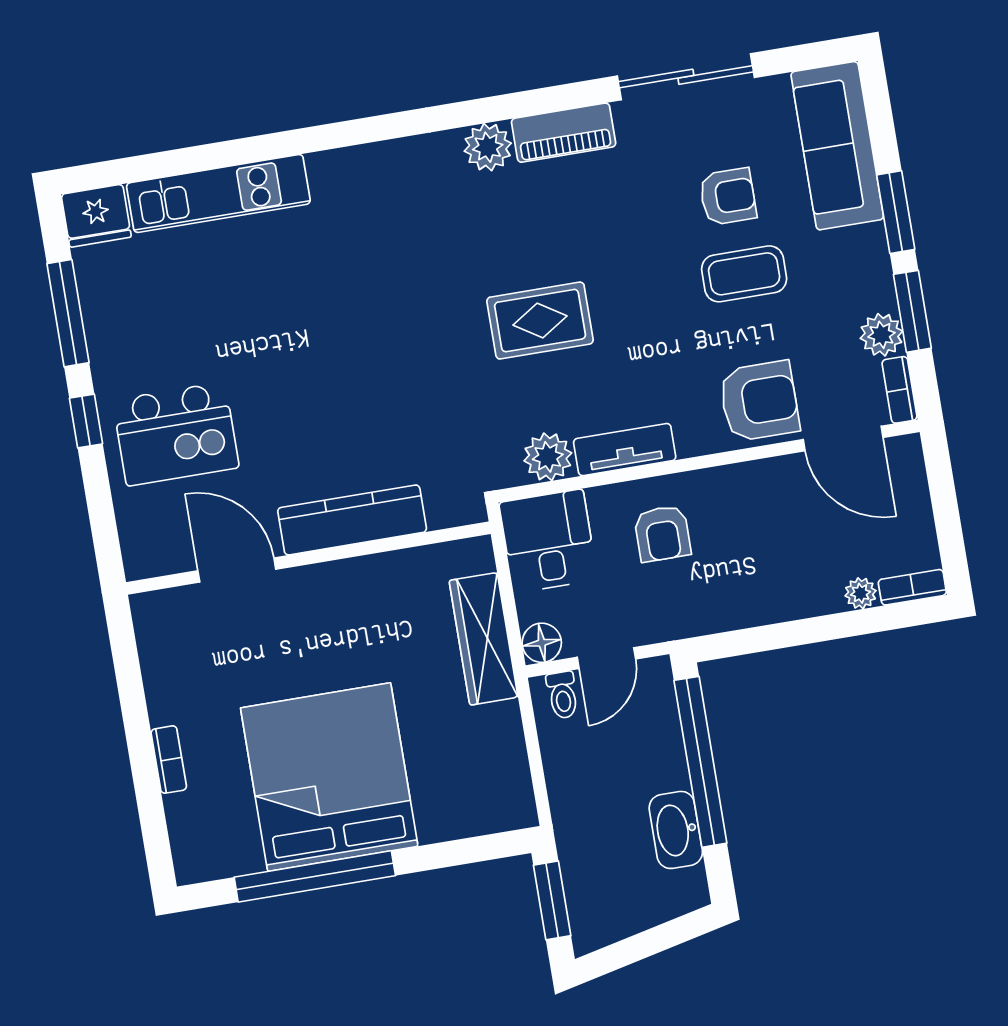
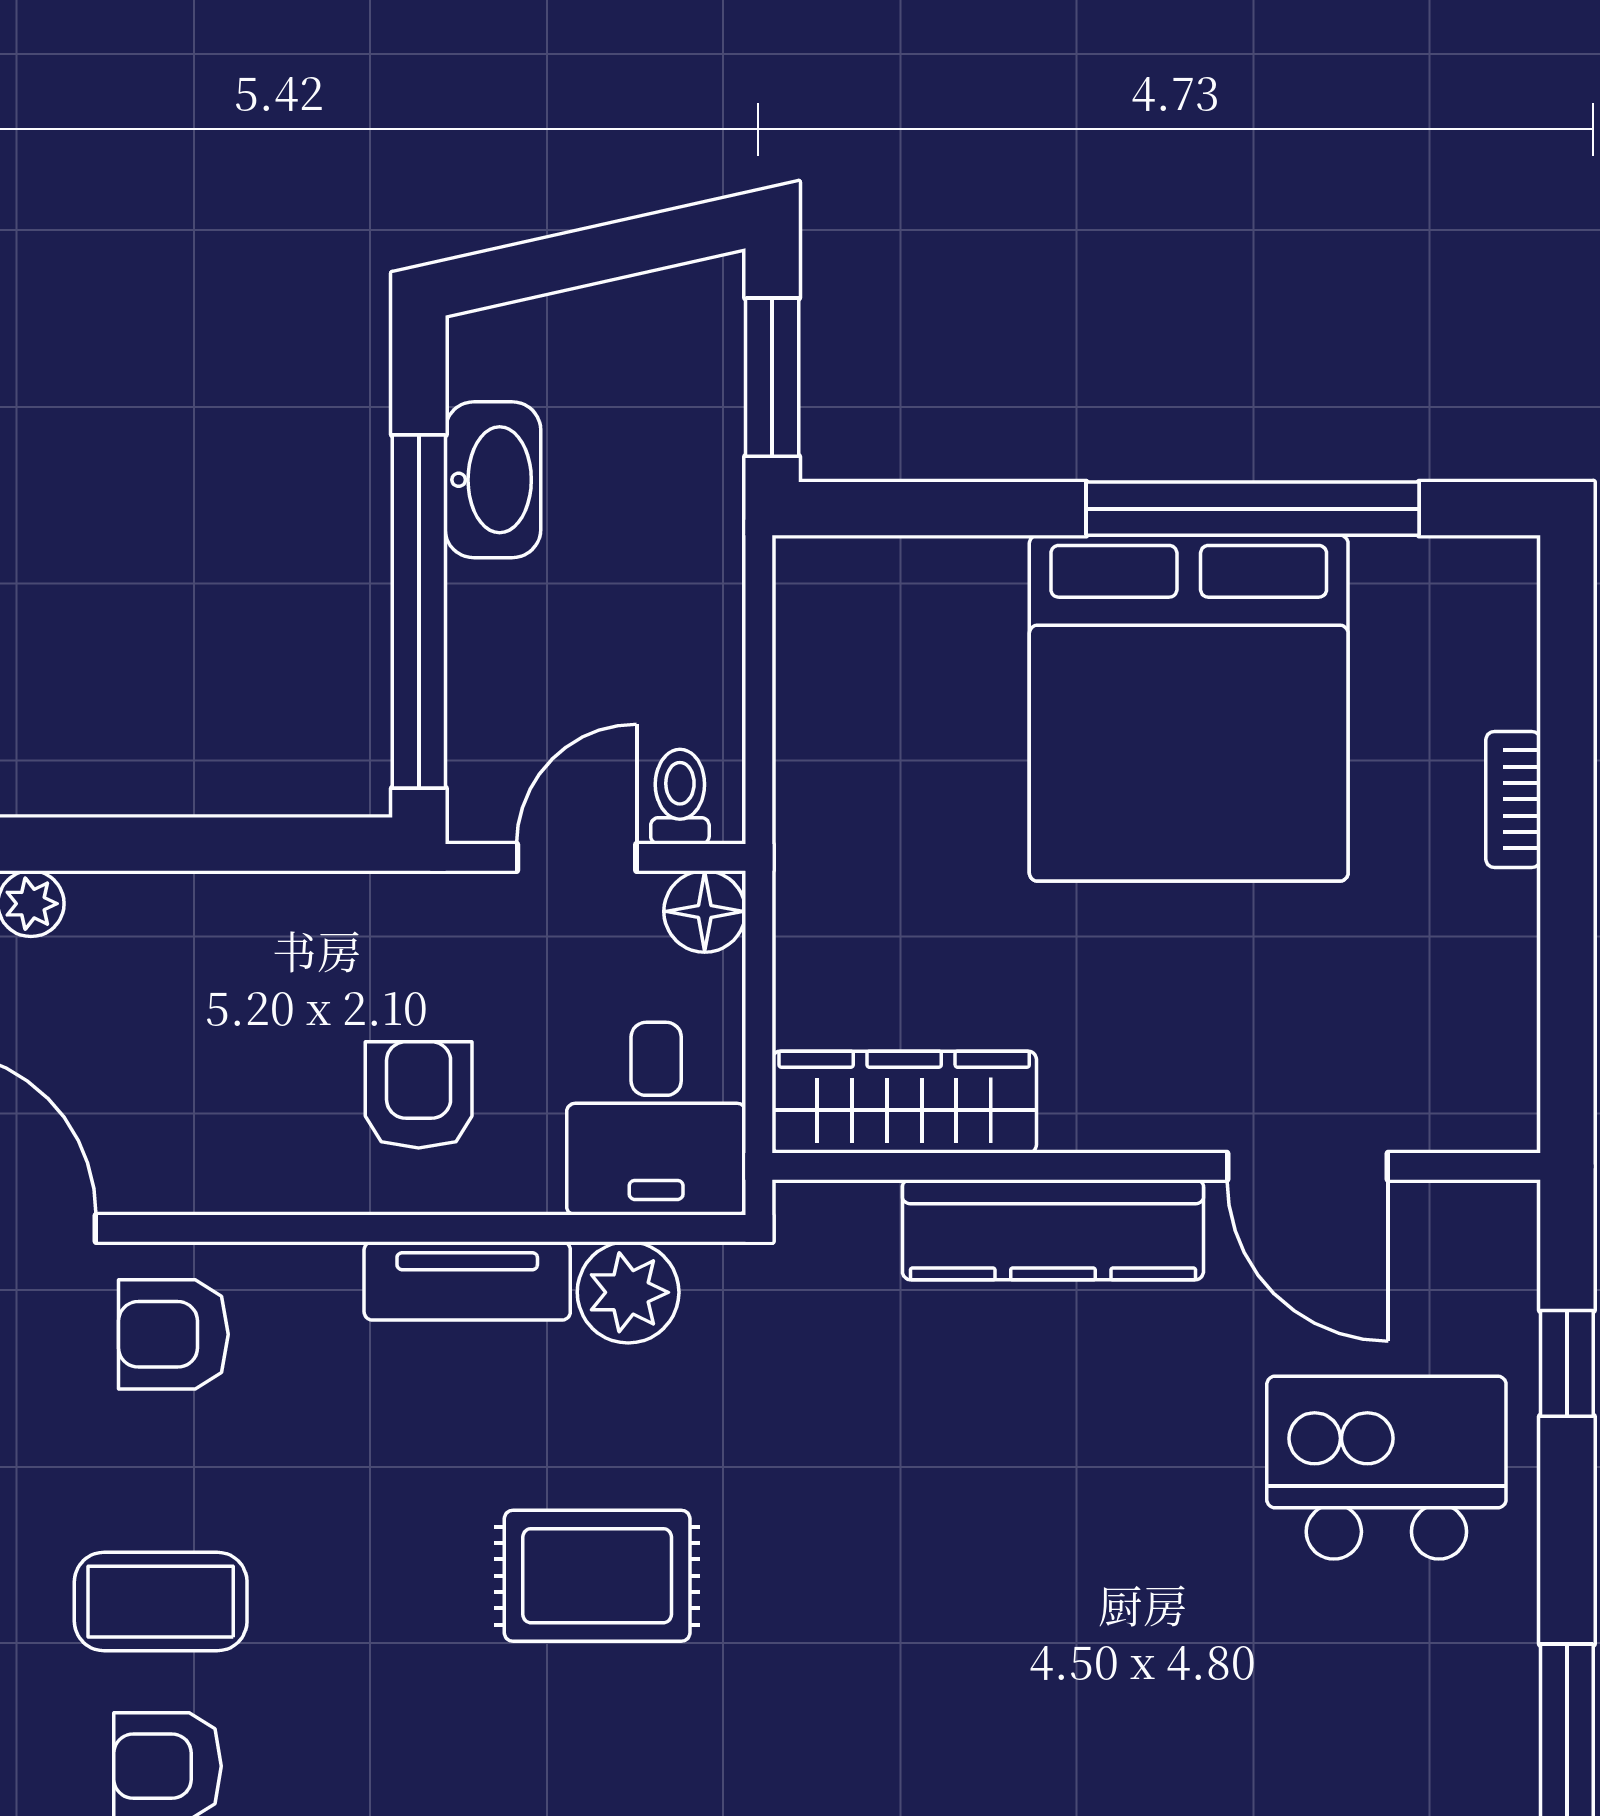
armchair: (759, 401) -> (173, 1334), width x0.72, depth x0.72
window: (86, 421) -> (1567, 1363), moved
wardrobe: (484, 639) -> (904, 1102), moved, turned -90

